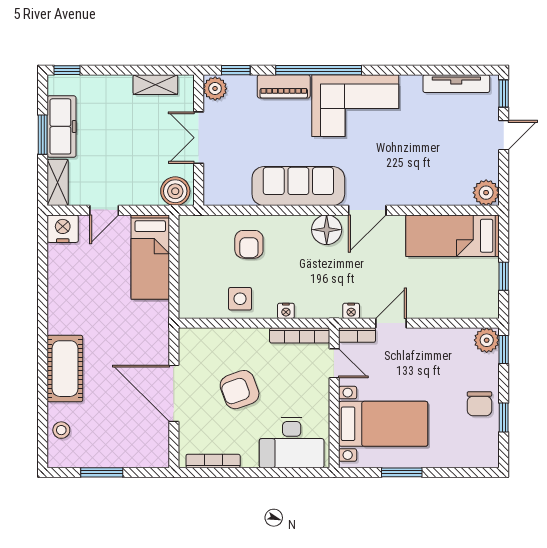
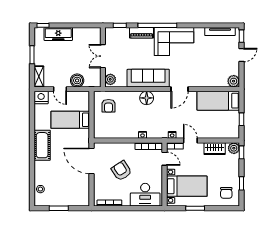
shelving: (155, 85) -> (83, 32), removed
plant: (215, 89) -> (110, 79), moved
freezer: (62, 126) -> (58, 34), moved, turned 90
boiler: (175, 191) -> (77, 80), moved
door: (104, 210) -> (60, 89), hinge flipped
floor lamp: (327, 230) -> (147, 98), moved
armchair: (249, 244) -> (109, 106), moved
bed: (150, 257) -> (70, 120), moved, turned 90
side table: (240, 299) -> (122, 129), removed
door: (391, 323) -> (190, 140), hinge flipped
wardrobe: (444, 341) -> (215, 149), added
cot: (65, 369) -> (42, 145), moved
armchair: (240, 390) -> (121, 171), turned 77
door: (174, 393) -> (92, 161), moved
chair: (479, 404) -> (226, 193), moved

